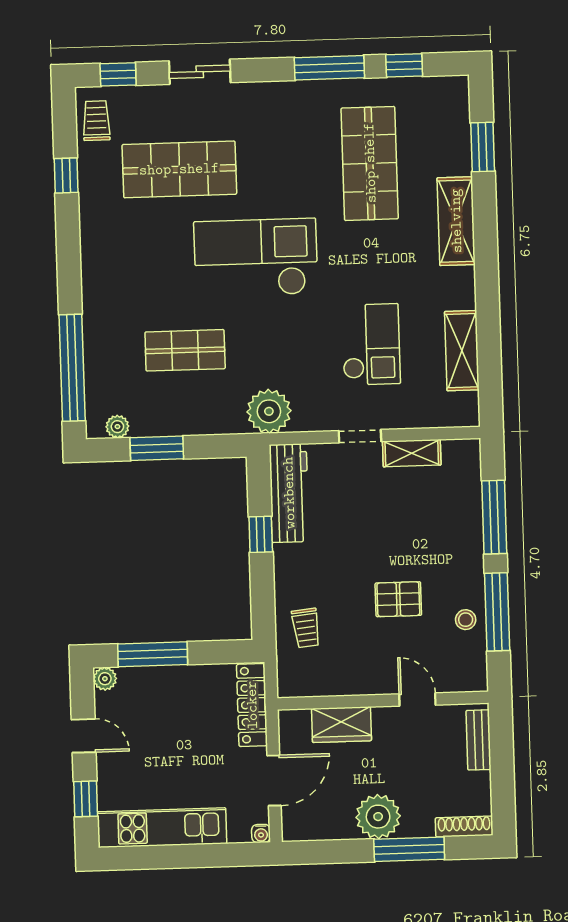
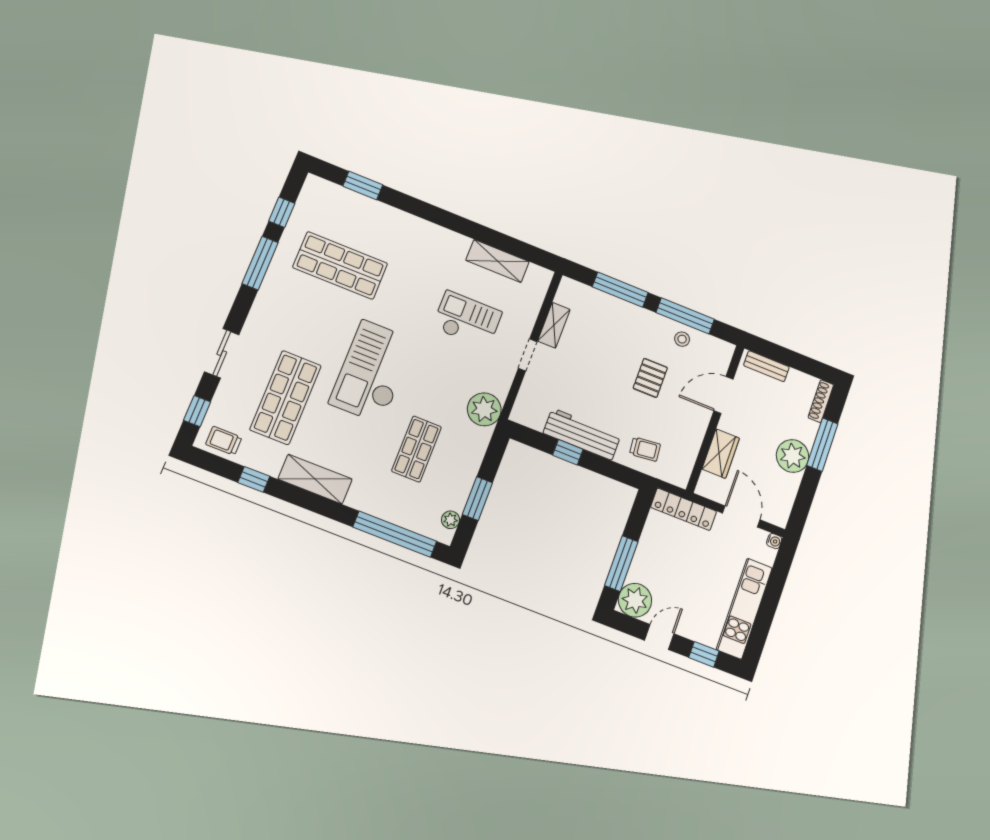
shelving: (456, 221) -> (315, 479), moved
workbench: (289, 493) -> (582, 434), moved
plant: (105, 679) -> (635, 600), width x1.88, depth x1.88
door: (417, 699) -> (723, 395), width x1.38

